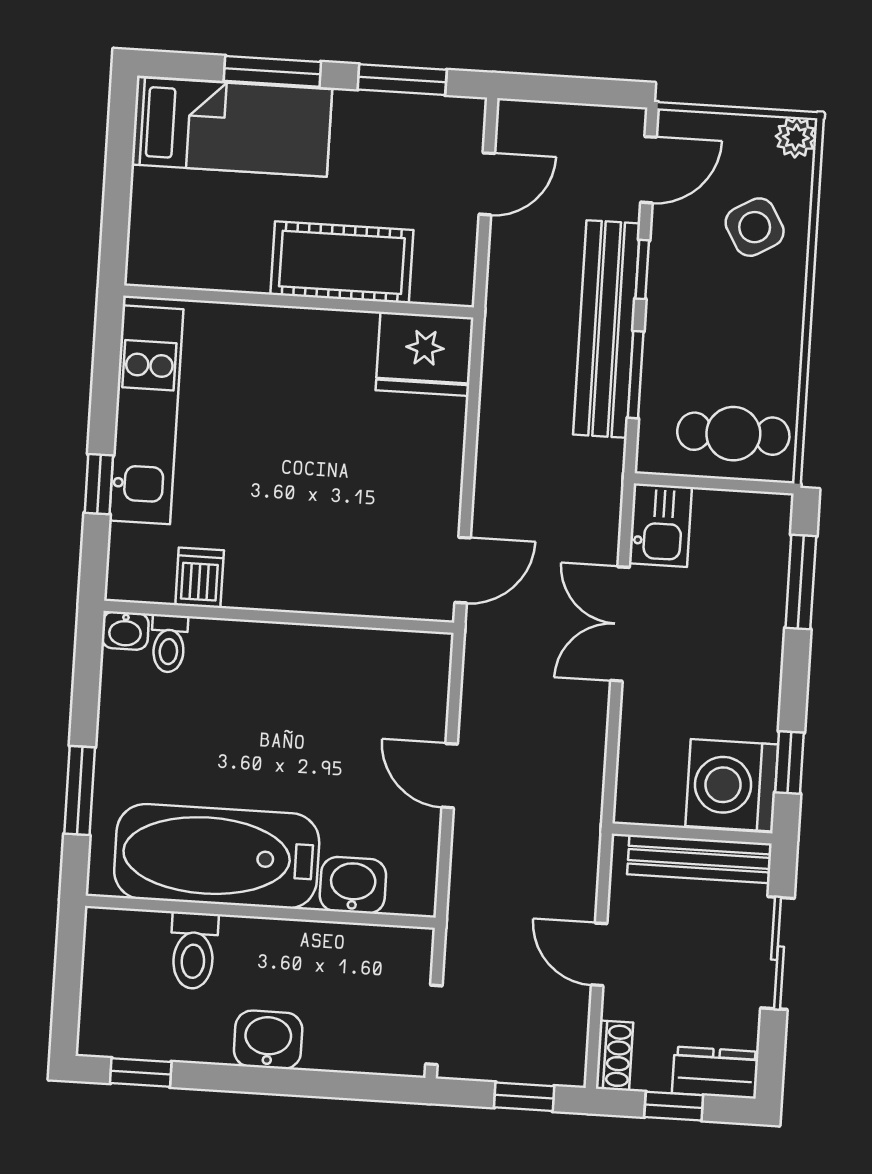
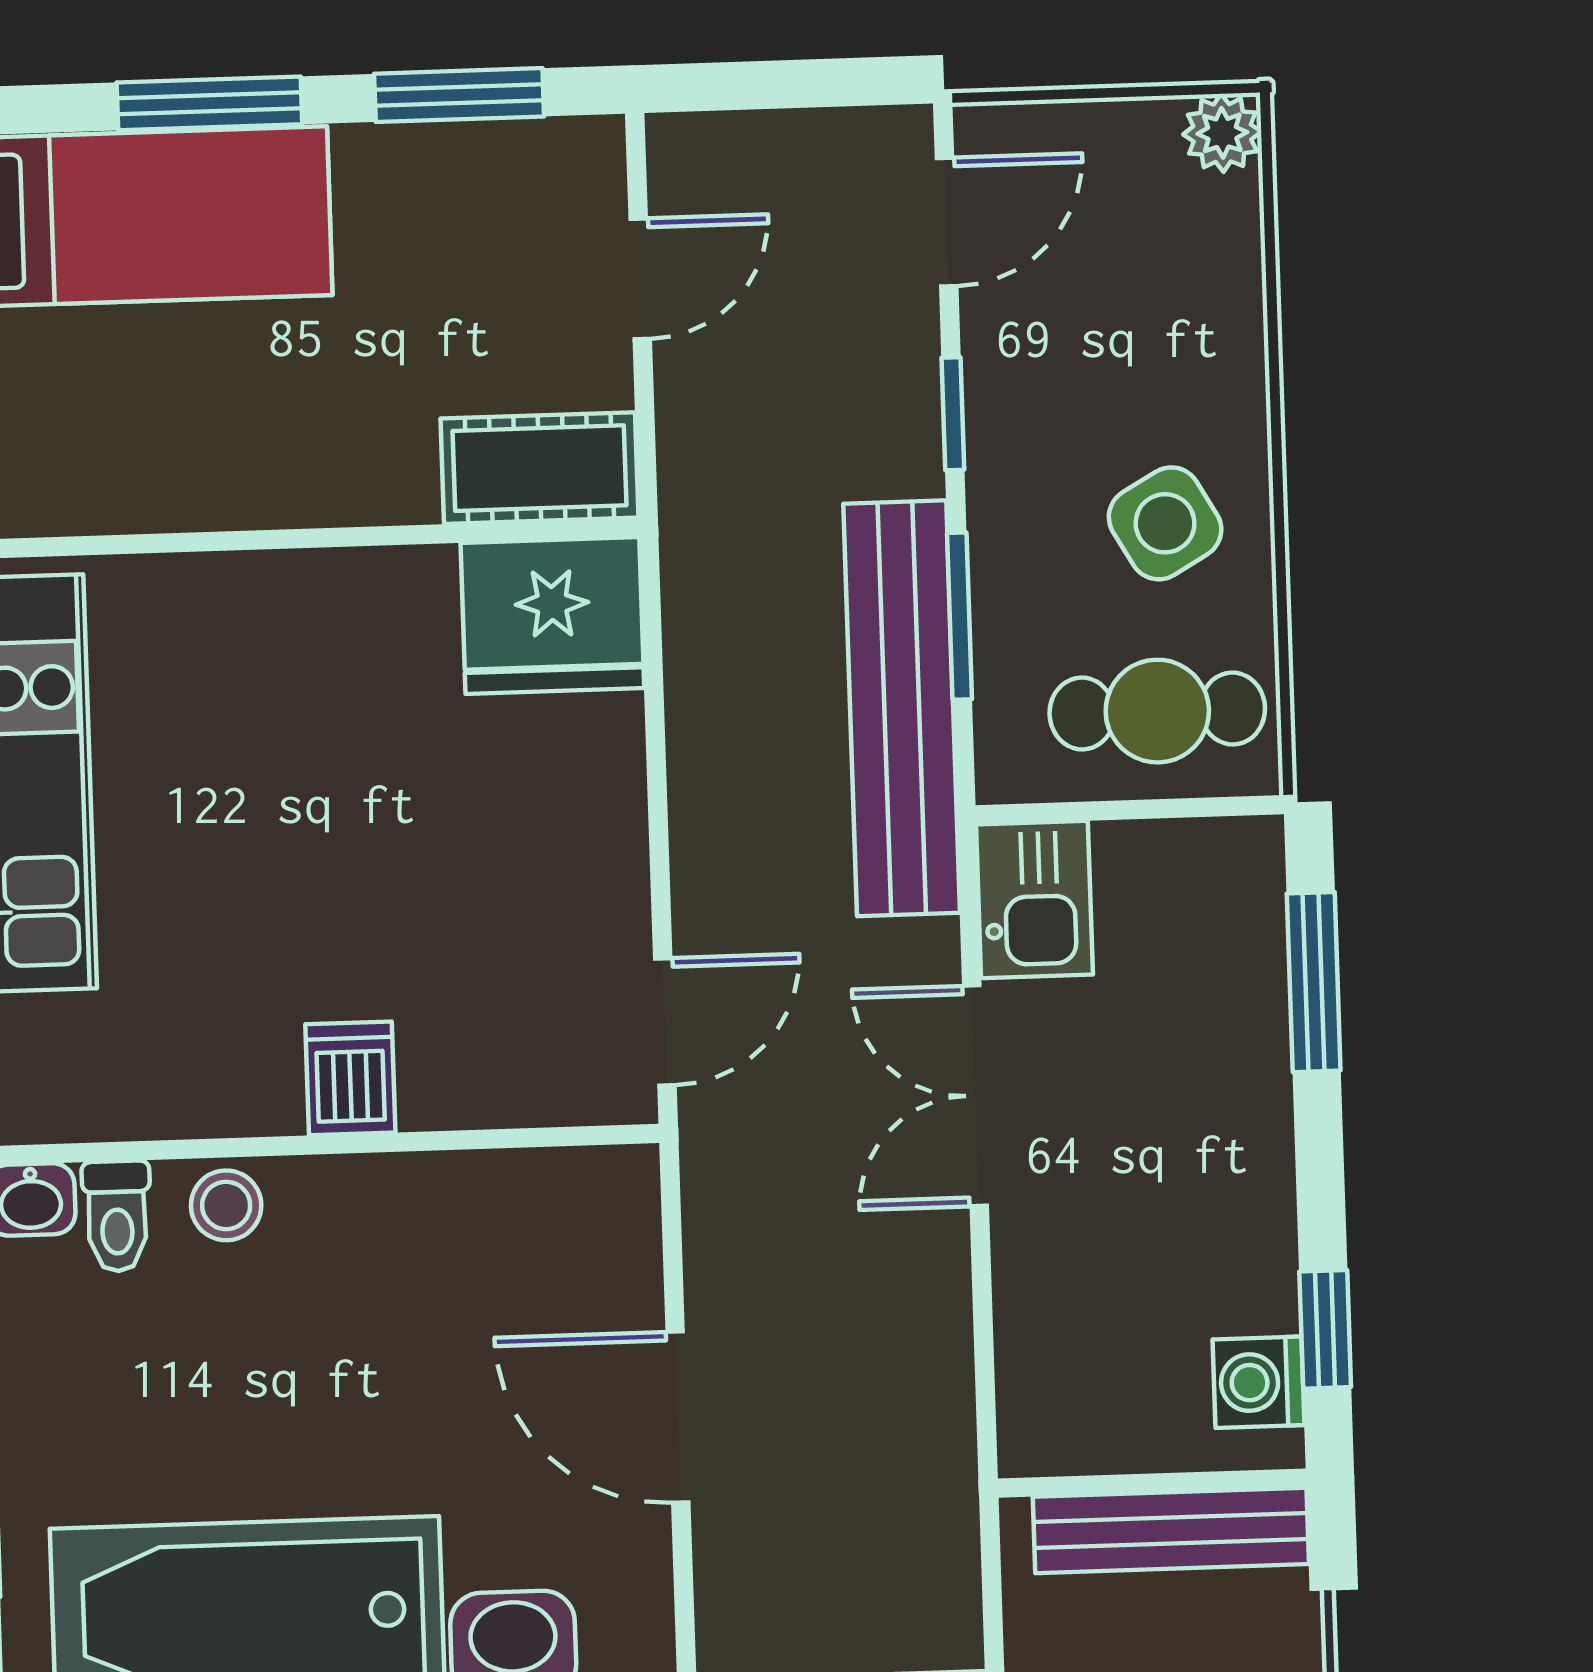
side table: (755, 227) -> (1165, 523), moved
cot: (342, 262) -> (540, 468), moved, width x0.73, depth x0.75
bench: (607, 329) -> (902, 708), moved
dishwasher: (200, 578) -> (350, 1078), moved
stool: (226, 643) -> (226, 1205), added
door: (450, 776) -> (678, 1417), width x1.38
washing machine: (732, 785) -> (1258, 1382), width x0.53, depth x0.53

